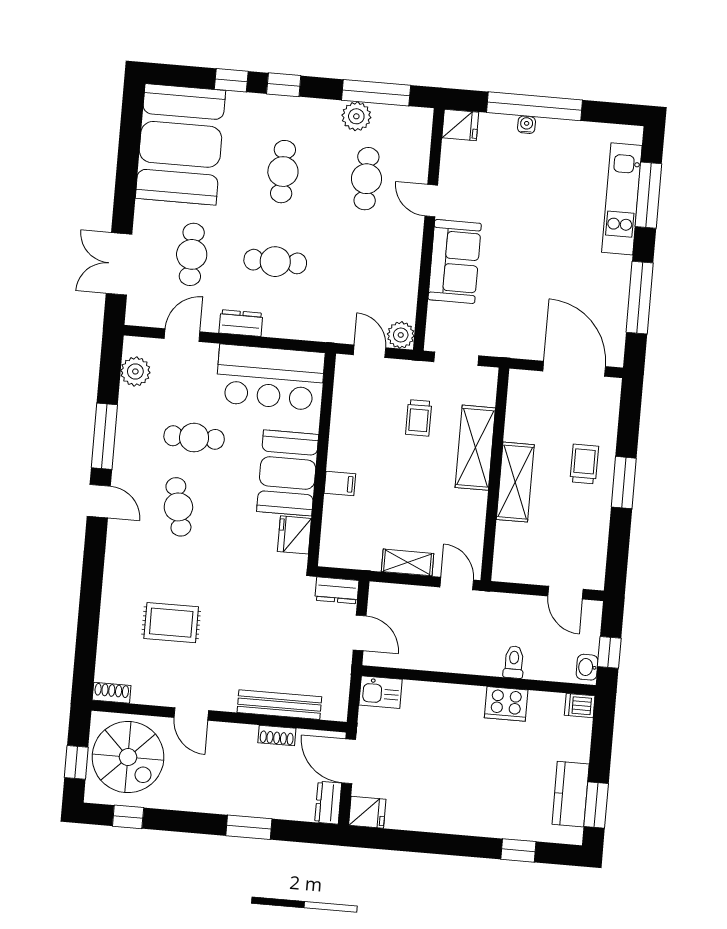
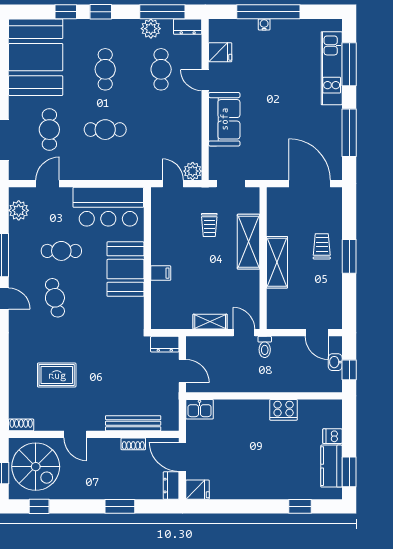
fridge: (460, 125) -> (220, 52), moved
dresser: (241, 323) -> (188, 27), moved, turned 180
fridge: (294, 535) -> (133, 310), removed
toilet: (514, 662) -> (265, 347), moved, turned 180
washbasin: (587, 667) -> (335, 362), moved
dishwasher: (580, 706) -> (332, 436), moved

